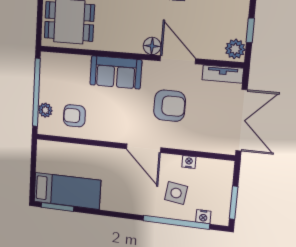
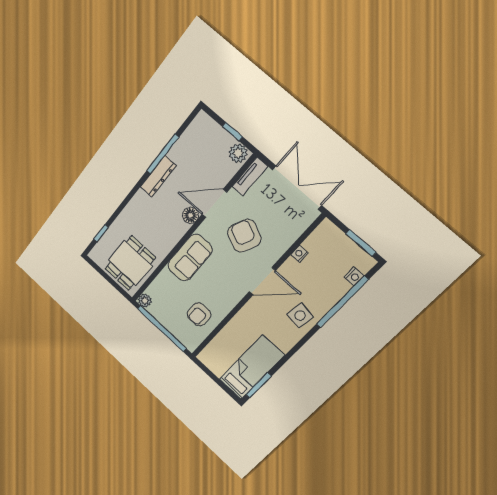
armchair: (170, 106) -> (244, 236), turned -66
plant: (45, 110) -> (145, 301), moved
side table: (176, 193) -> (300, 315), moved

